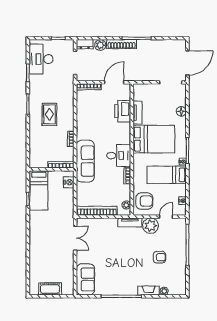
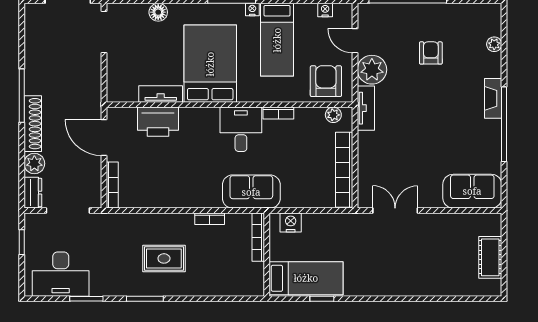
sofa: (85, 161) -> (251, 192), width x0.73
fireplace: (149, 291) -> (493, 98), moved

